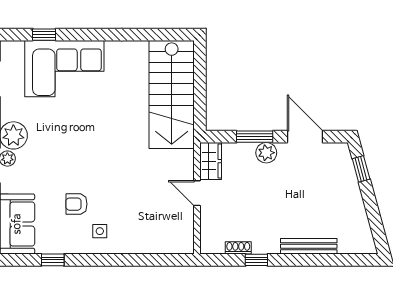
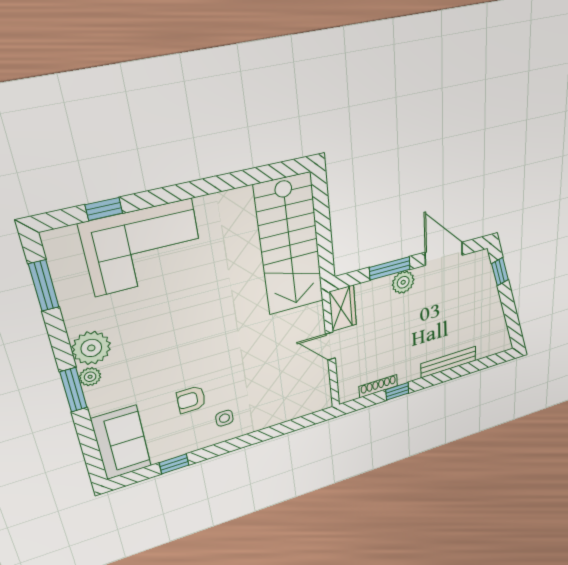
shoe rack: (238, 248) -> (378, 386), width x1.43

